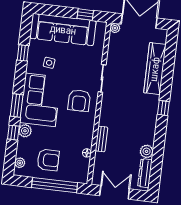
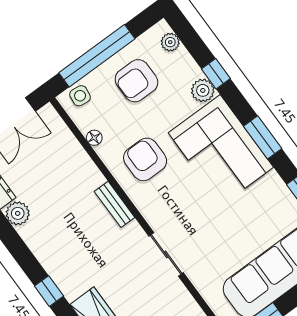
side table: (49, 63) -> (80, 96), moved
armchair: (79, 101) -> (145, 159), moved
window: (17, 106) -> (263, 137), moved
bench: (101, 139) -> (115, 204), moved

